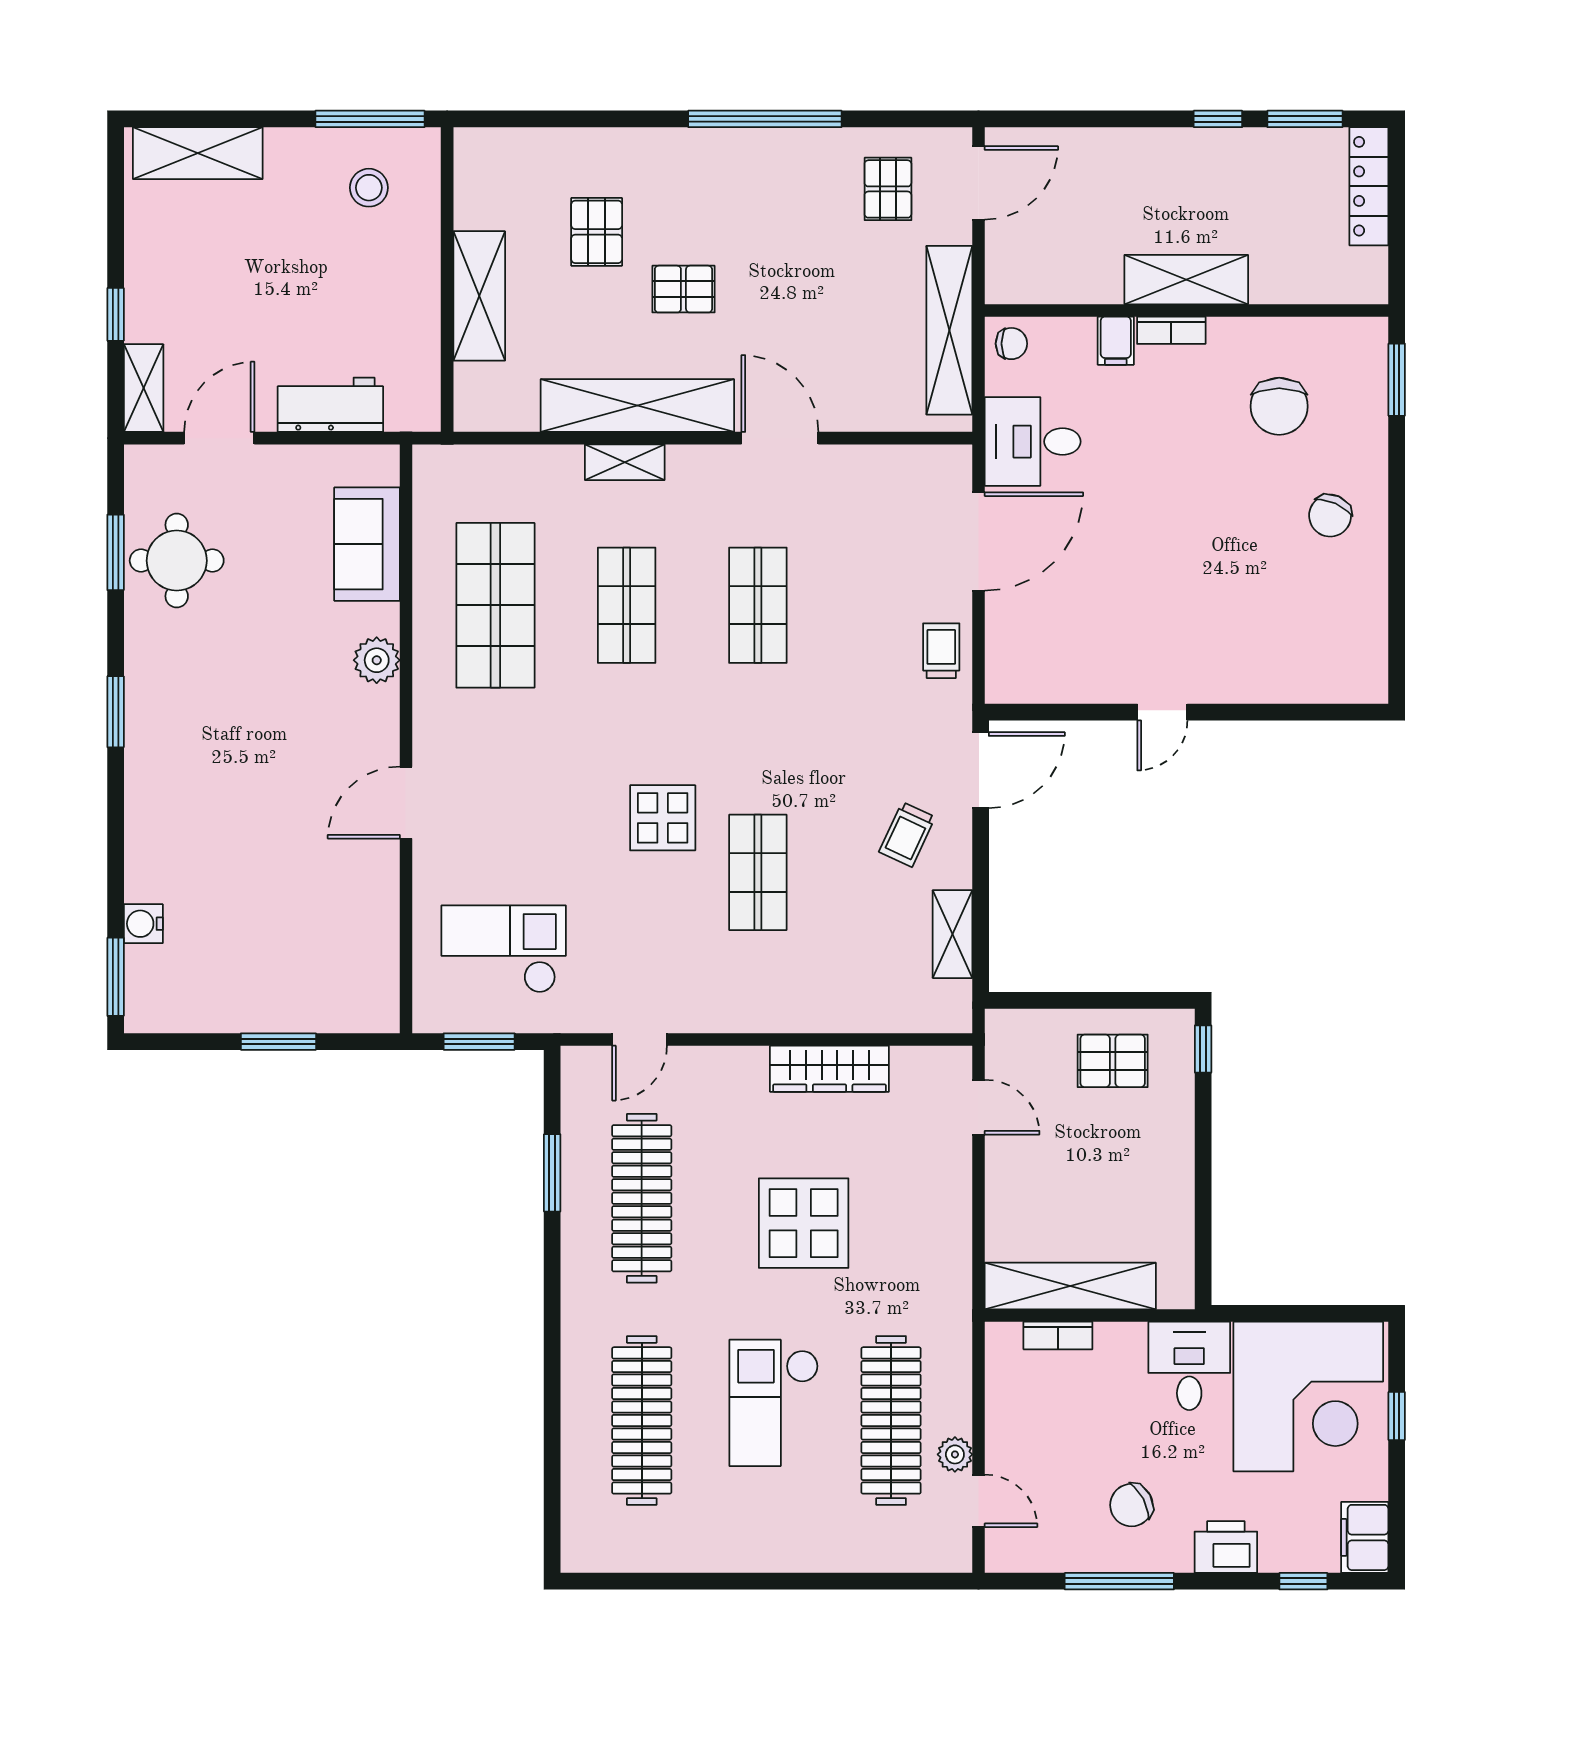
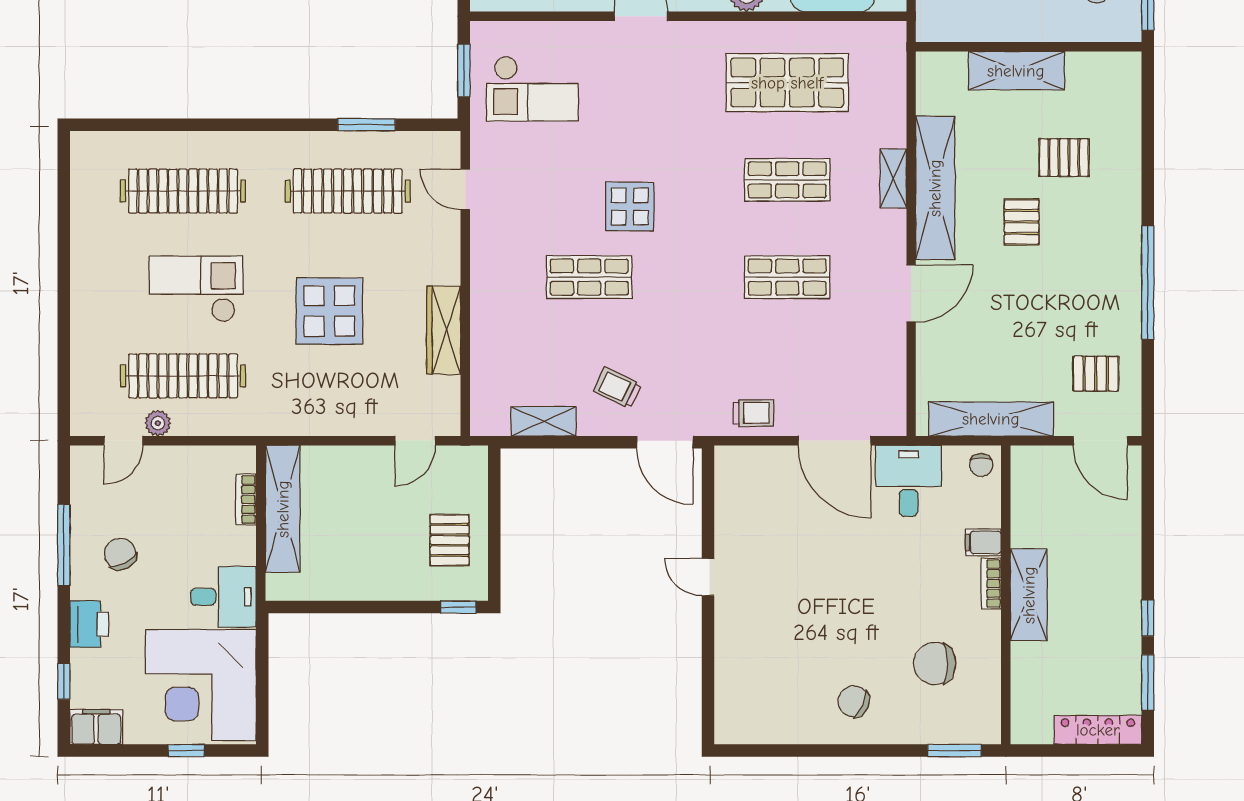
checkout: (504, 949) -> (532, 89), turned 90

